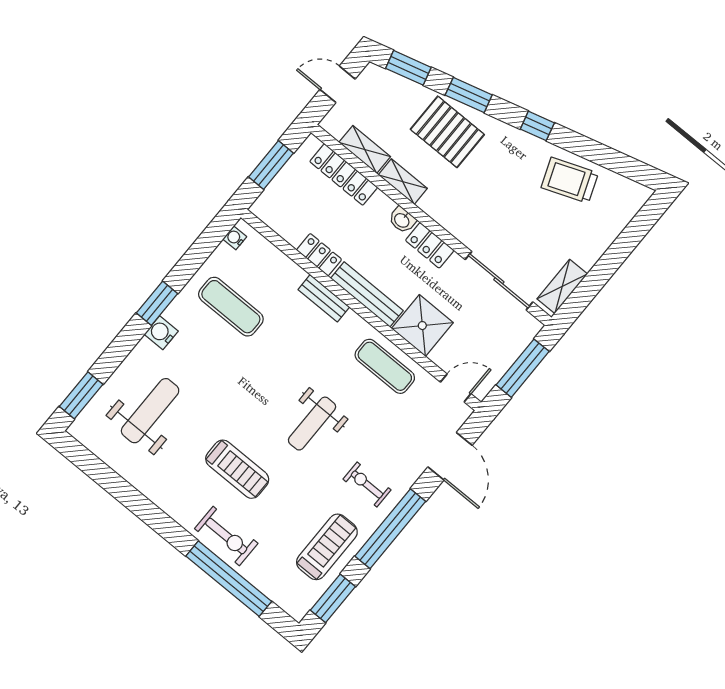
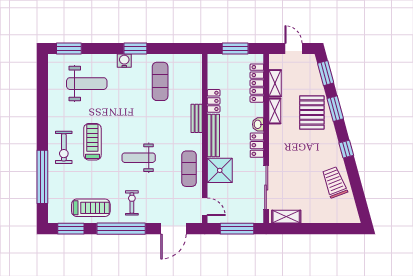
water cooler: (235, 238) -> (191, 59), removed
treadmill: (237, 469) -> (92, 142), turned 180
exercise bike: (226, 536) -> (64, 147), moved

